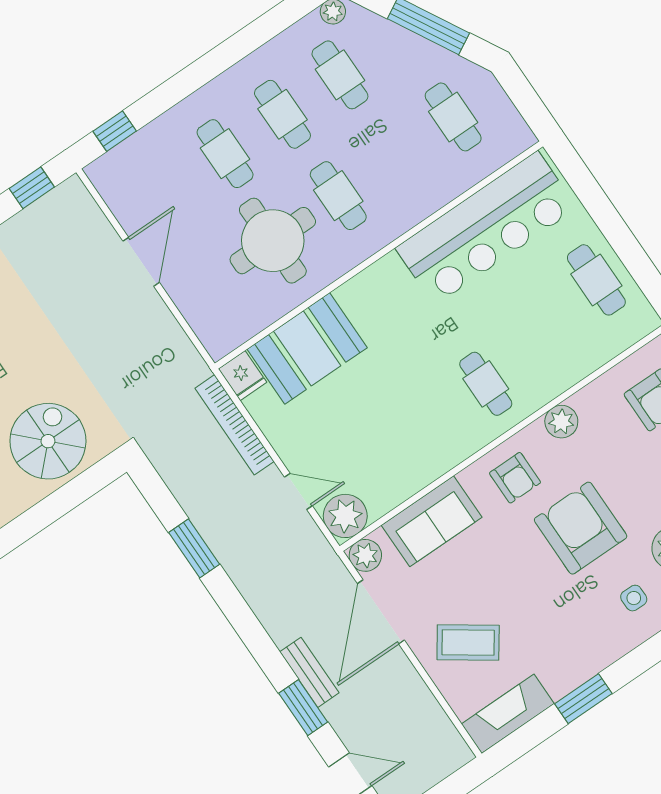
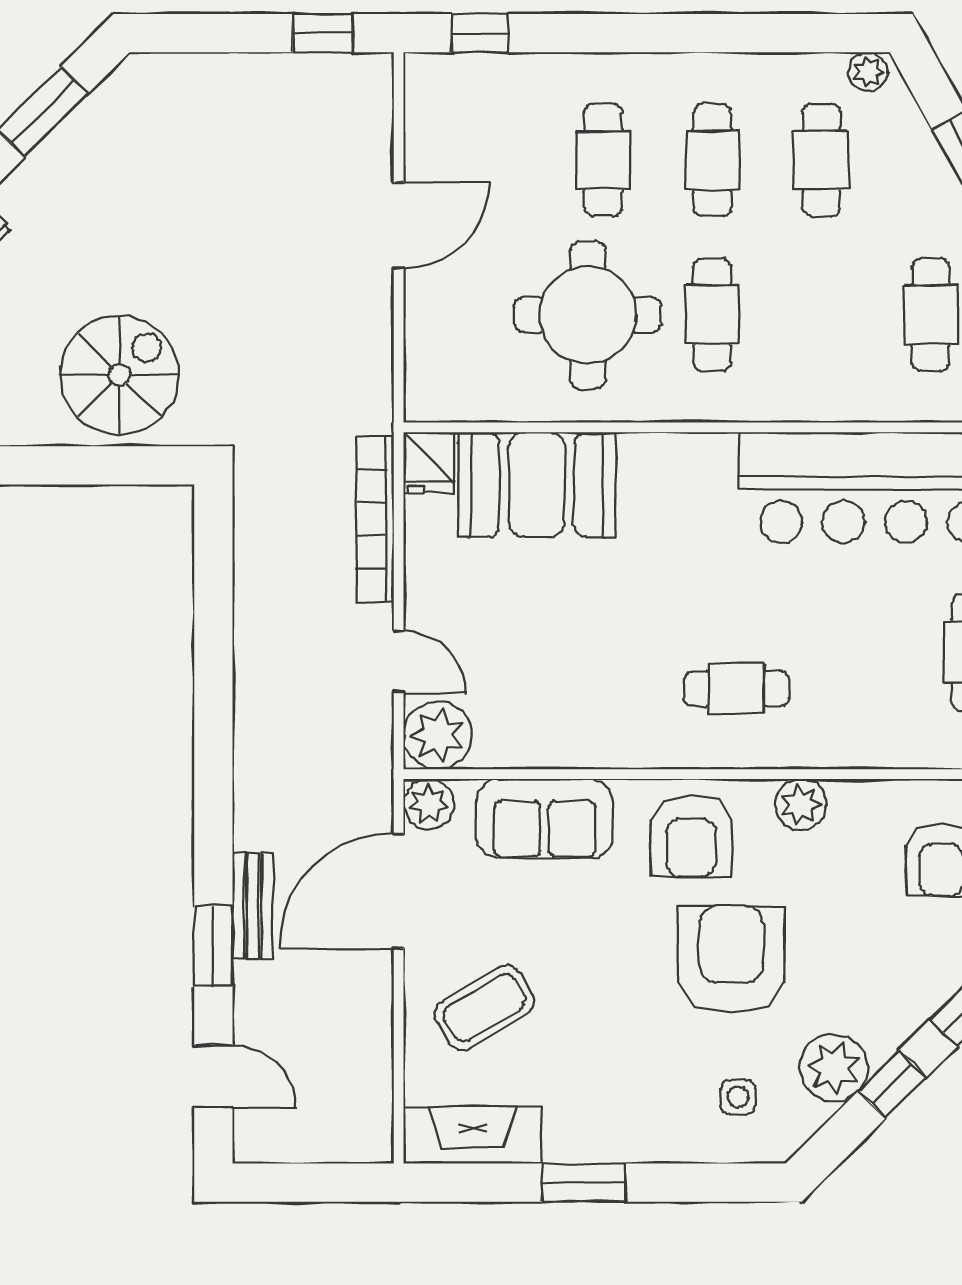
cafe table: (486, 384) -> (736, 689), turned 90
armchair: (515, 478) -> (691, 836), width x1.38, depth x1.38
window: (194, 548) -> (213, 643), removed
coffee table: (468, 643) -> (484, 1008), turned -66

